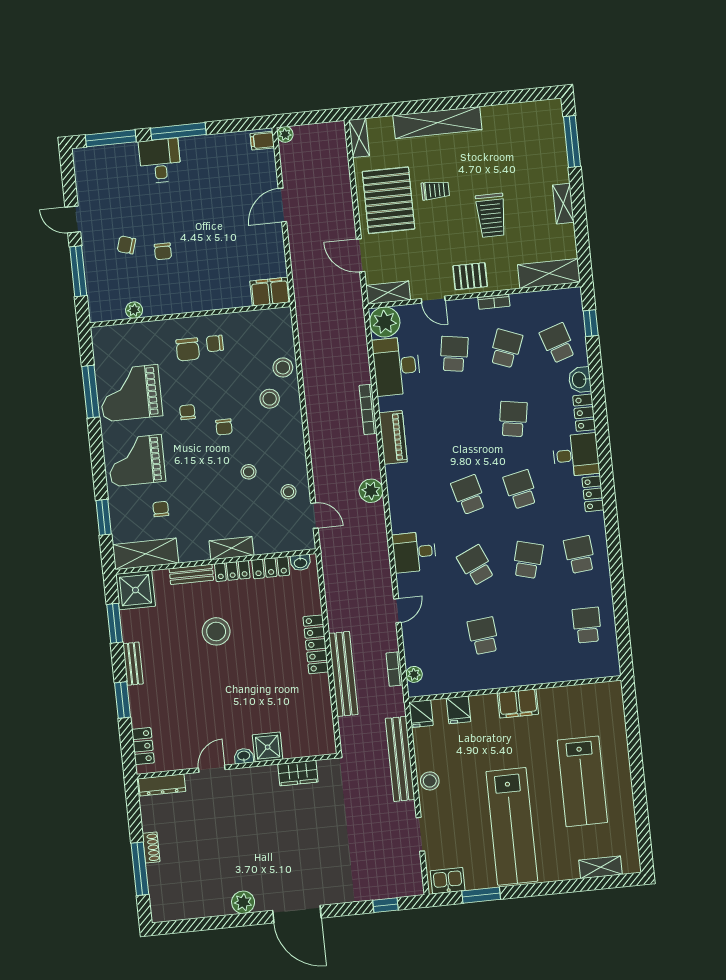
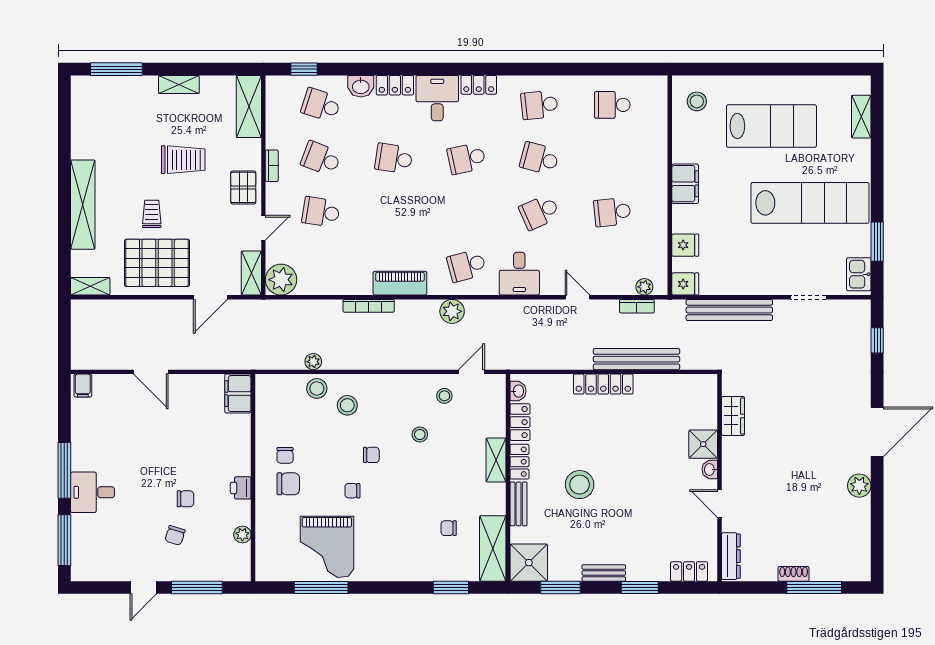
plant: (285, 134) -> (313, 362), moved
printer: (179, 304) -> (241, 488), added
school desk: (558, 343) -> (321, 105), turned 36
desk: (396, 366) -> (327, 272), removed
grand piano: (136, 461) -> (396, 548), removed
school desk: (469, 495) -> (467, 266), moved
stool: (430, 781) -> (697, 101), moved

